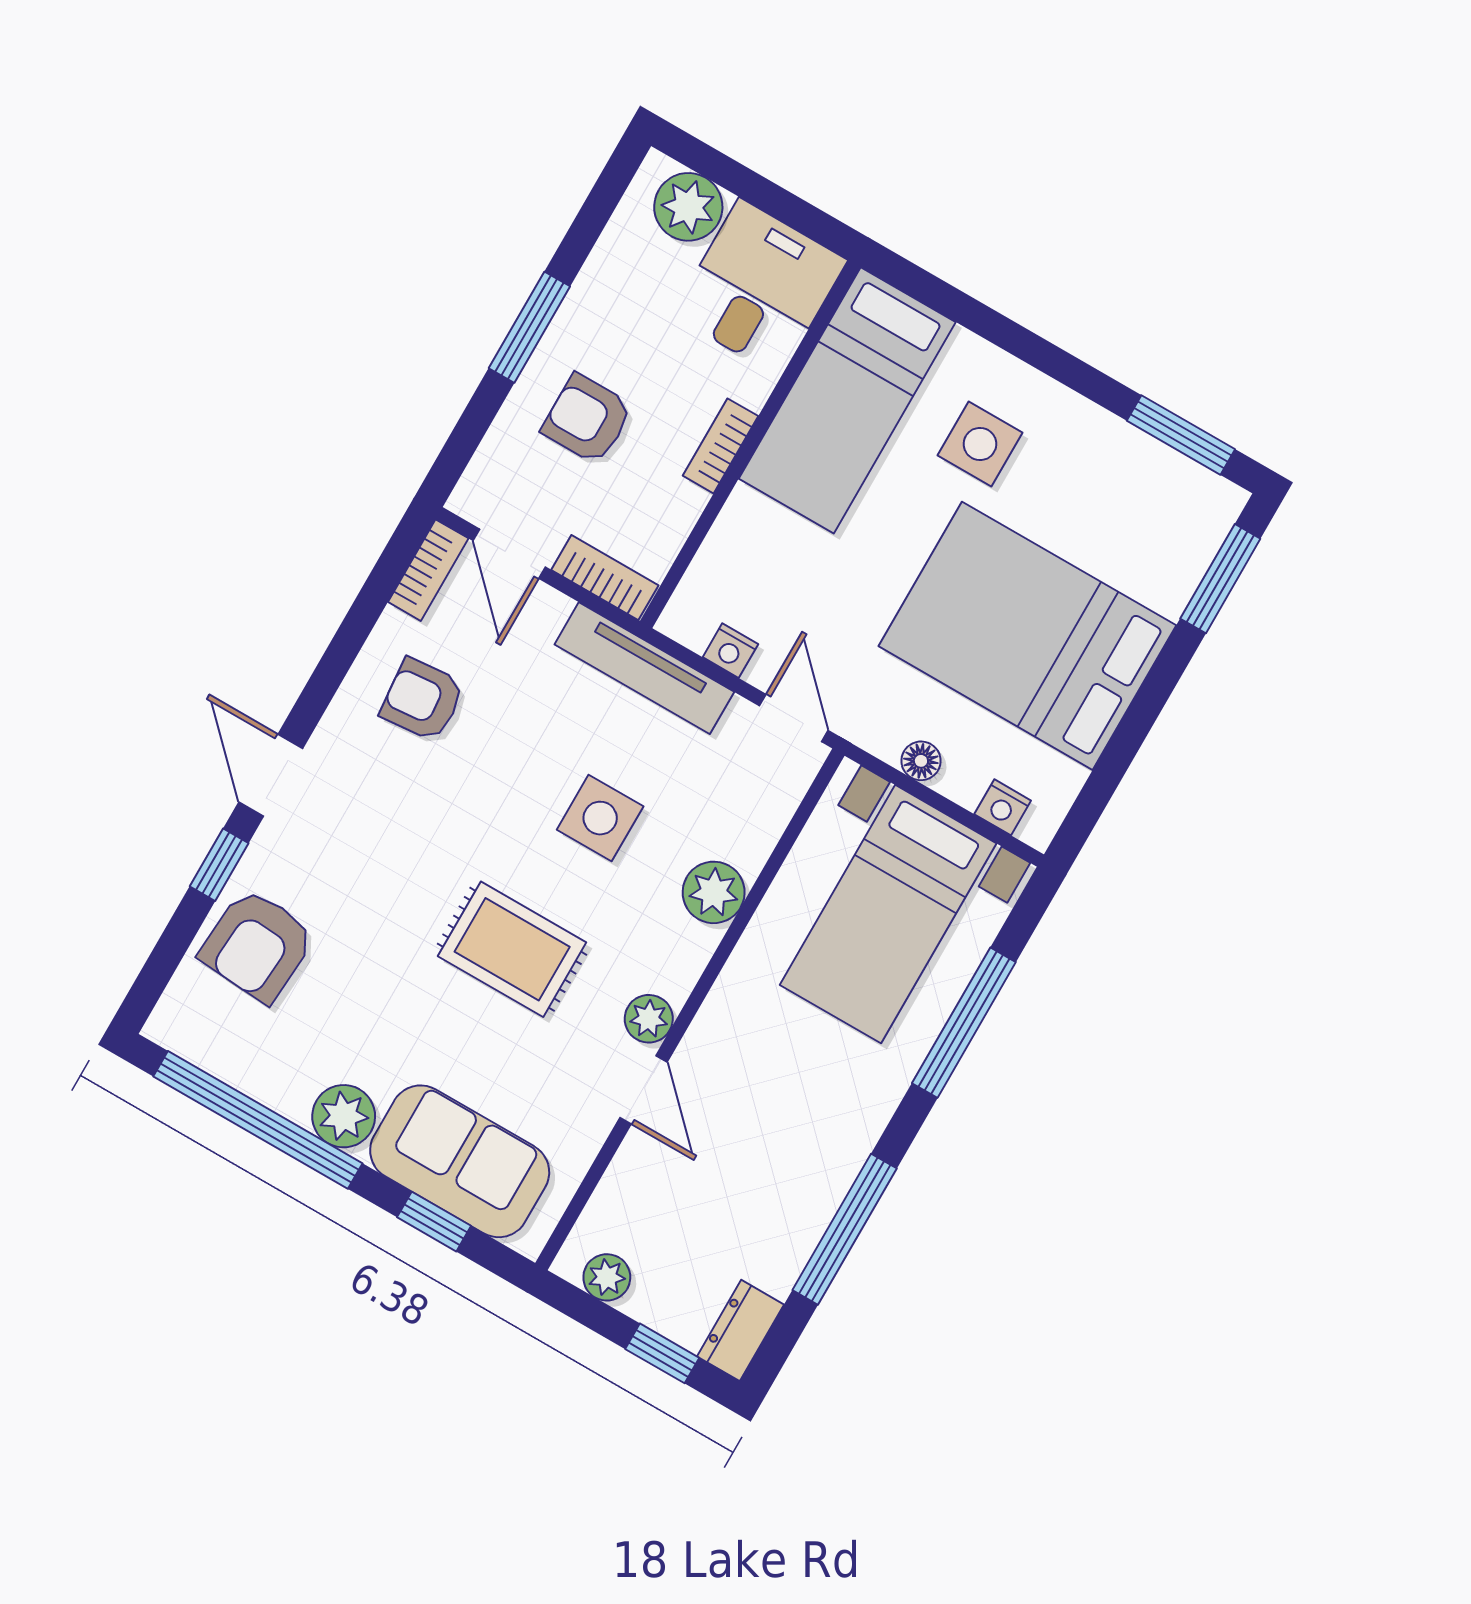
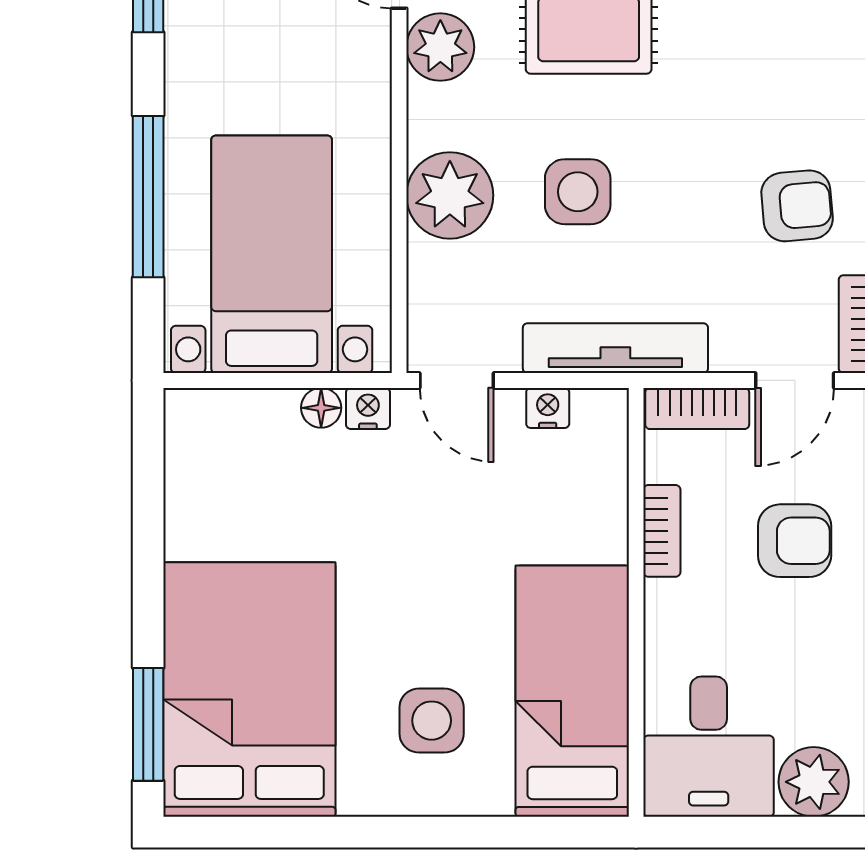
window: (1181, 435) -> (257, 832), removed
bookcase: (720, 446) -> (662, 531), moved
door: (509, 554) -> (795, 380), swing flipped
bed: (1027, 636) -> (249, 689), moved, turned -90
nightstand: (1003, 807) -> (368, 408), moved
plant: (714, 892) -> (450, 195), width x1.36, depth x1.36
plant: (649, 1019) -> (440, 47), width x1.38, depth x1.38

